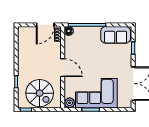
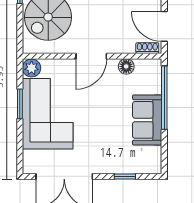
floor lamp: (69, 31) -> (126, 66), moved
sofa: (116, 35) -> (147, 120), moved

